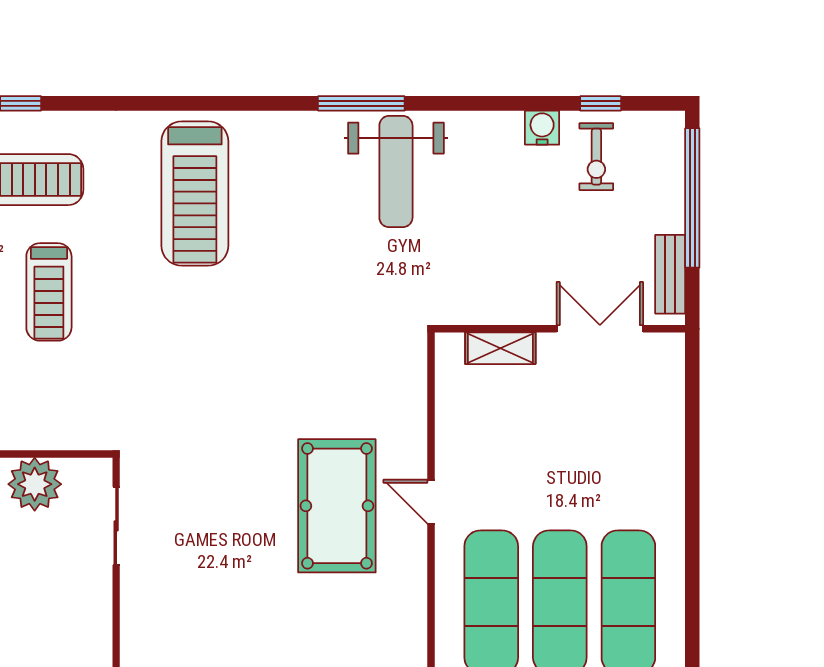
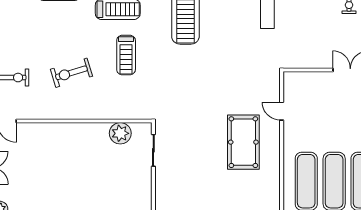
shelving: (500, 348) -> (310, 78), removed
door: (431, 502) -> (282, 111), moved

